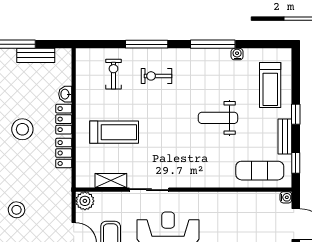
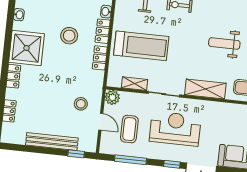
treadmill: (114, 132) -> (141, 46), width x1.37, depth x1.38
shelving: (200, 178) -> (205, 89), added
stool: (17, 210) -> (81, 104), moved

